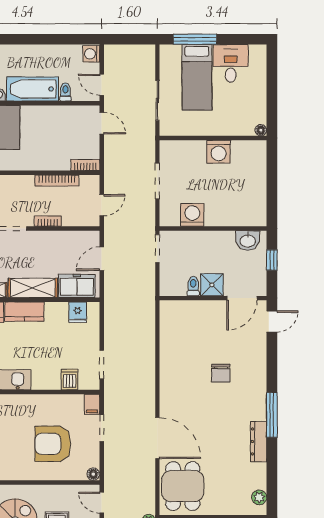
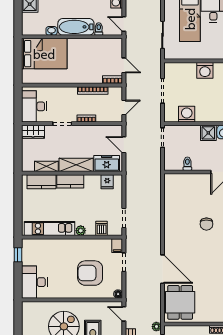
door: (102, 123) -> (124, 65), moved
door: (102, 259) -> (124, 145), hinge flipped
shower: (212, 285) -> (208, 133), moved
plant: (39, 383) -> (81, 231), added

